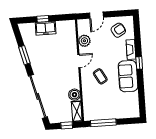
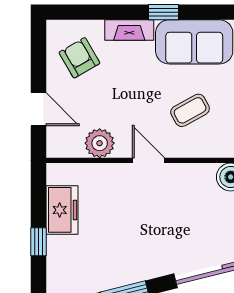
freezer: (46, 28) -> (62, 210), moved

